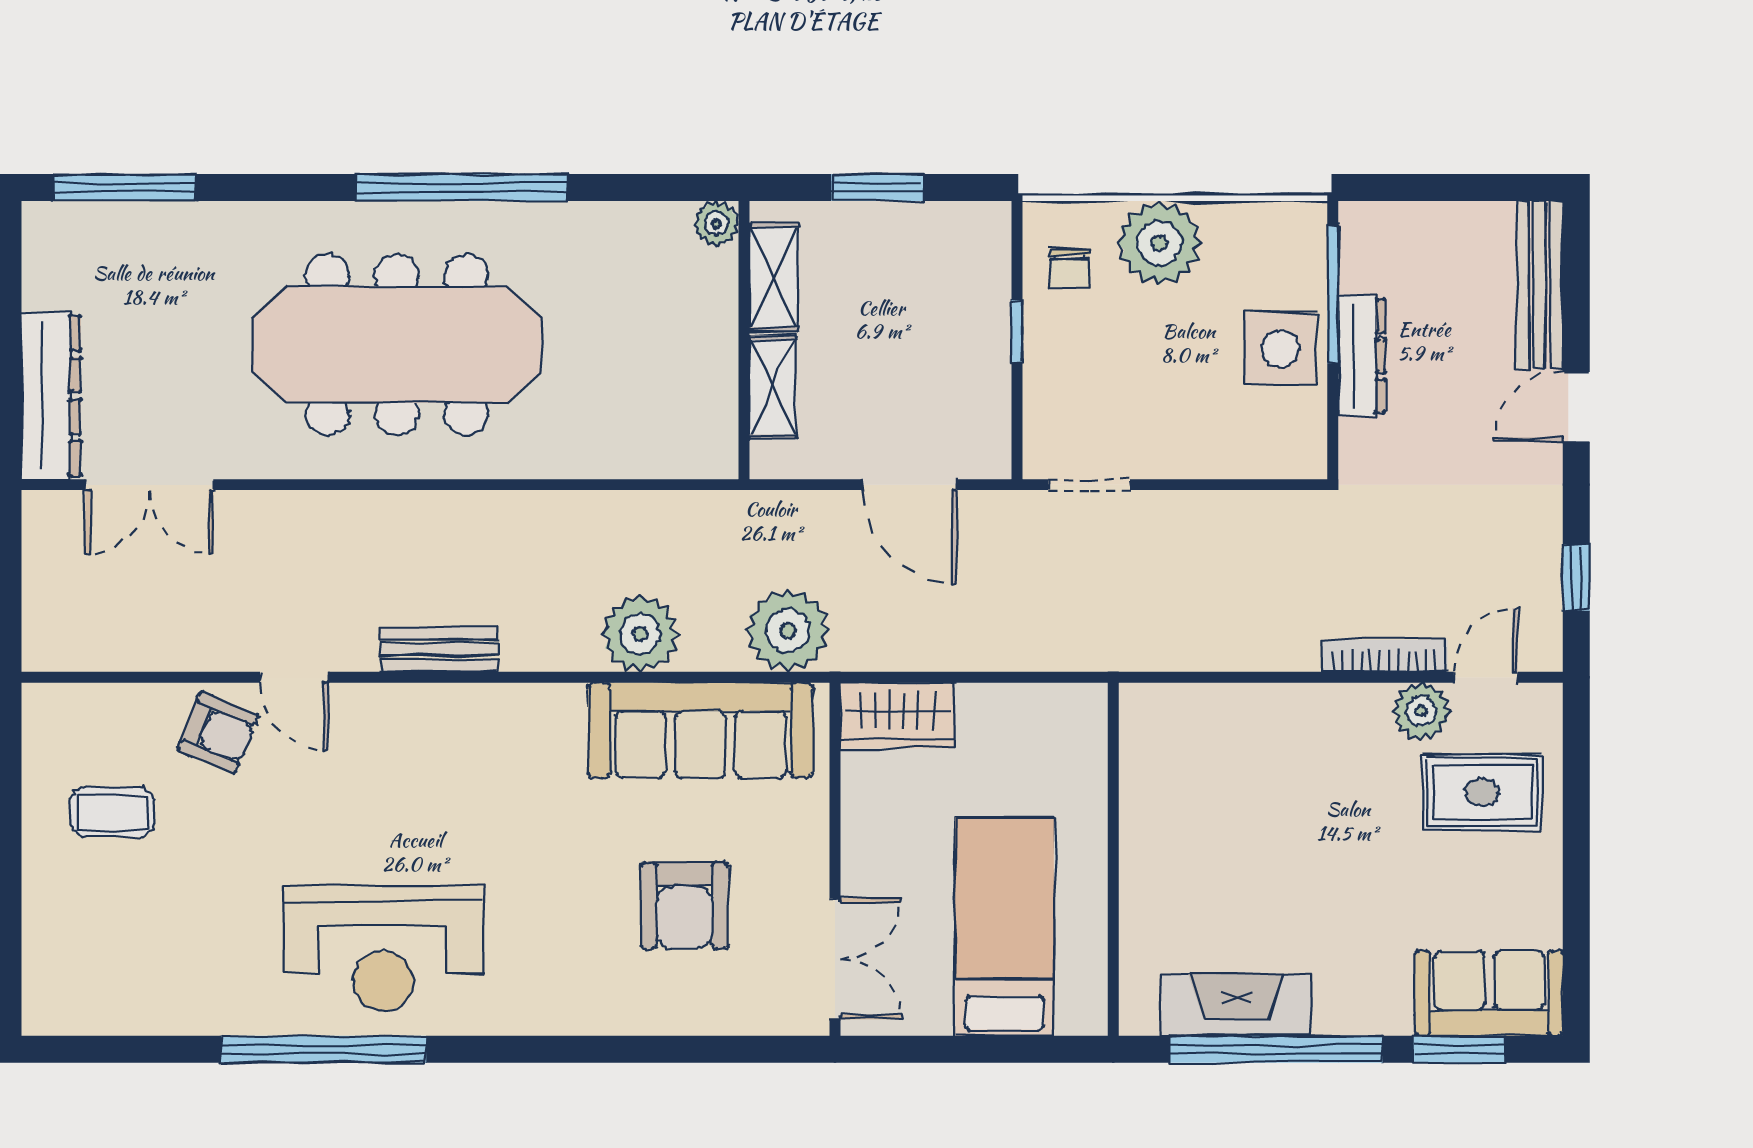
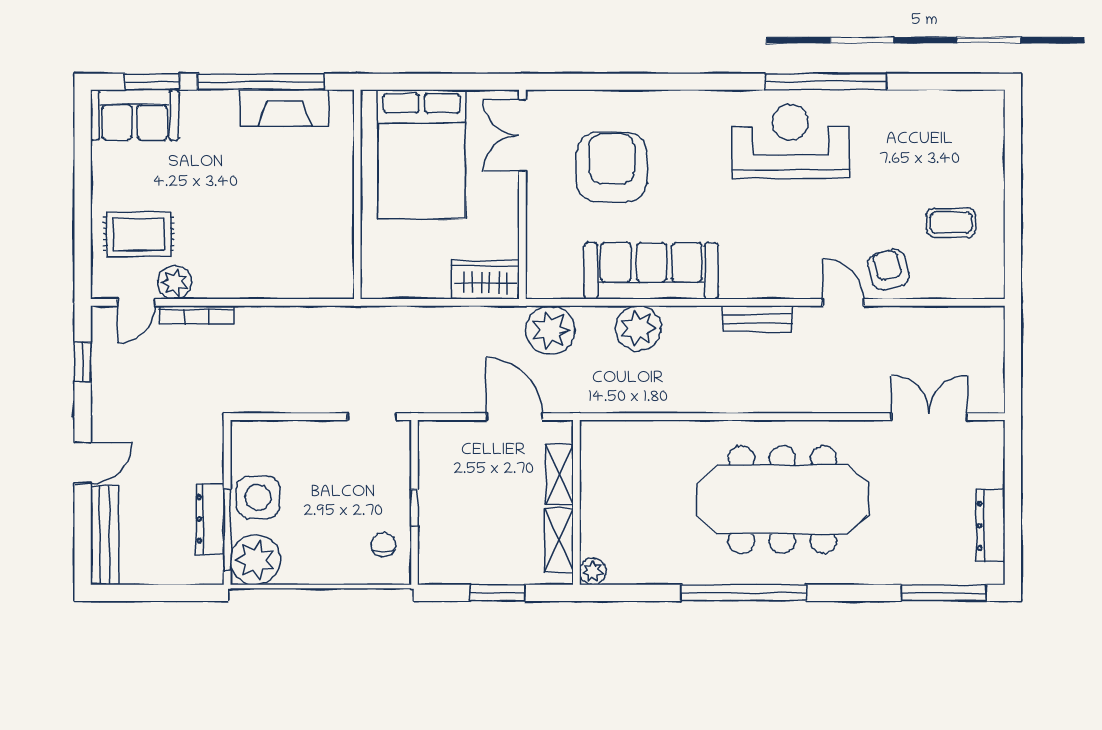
plant: (1159, 243) -> (255, 560), moved
dresser: (1362, 356) -> (210, 519), moved
dresser: (51, 396) -> (991, 526), moved, width x0.73, depth x0.80
door: (910, 485) -> (514, 417), moved
sofa: (700, 730) -> (651, 271), moved
armchair: (218, 732) -> (888, 270), turned 53
armchair: (685, 905) -> (612, 167), width x1.36, depth x1.36
bed: (1005, 927) -> (422, 154), width x1.50

